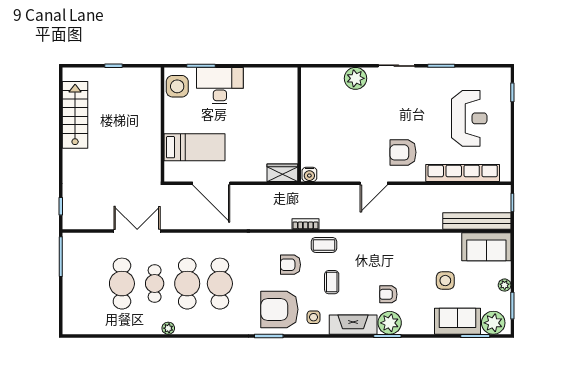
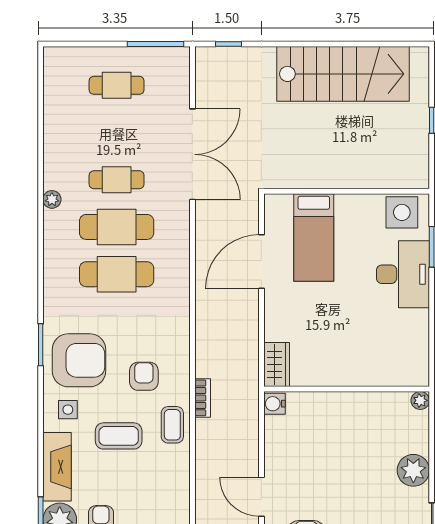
plant: (307, 74) -> (420, 400), added
stairs: (75, 115) -> (343, 74), width x1.36, depth x1.51
double door: (137, 231) -> (192, 154), width x1.36
coffee table: (332, 282) -> (119, 436), width x1.36, depth x1.30
cafe table: (122, 284) -> (117, 85), moved, width x0.73, depth x0.74
armchair: (279, 309) -> (79, 360), turned 90

